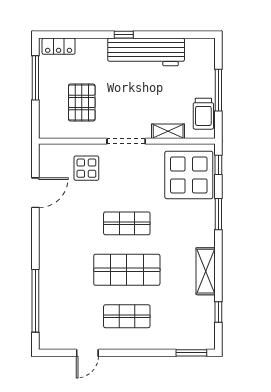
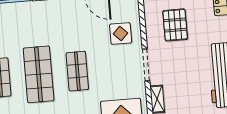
pallet: (82, 102) -> (175, 25), turned 90

